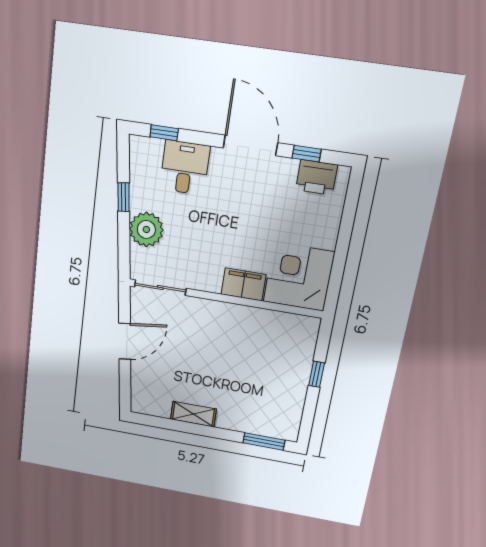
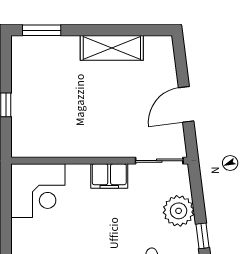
filing cabinet: (244, 284) -> (109, 176), moved
shelving: (193, 414) -> (112, 48), width x1.50, depth x1.33

